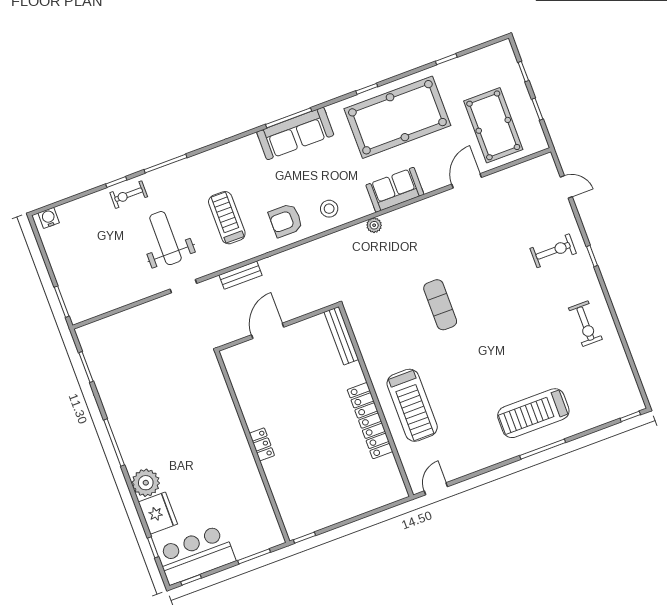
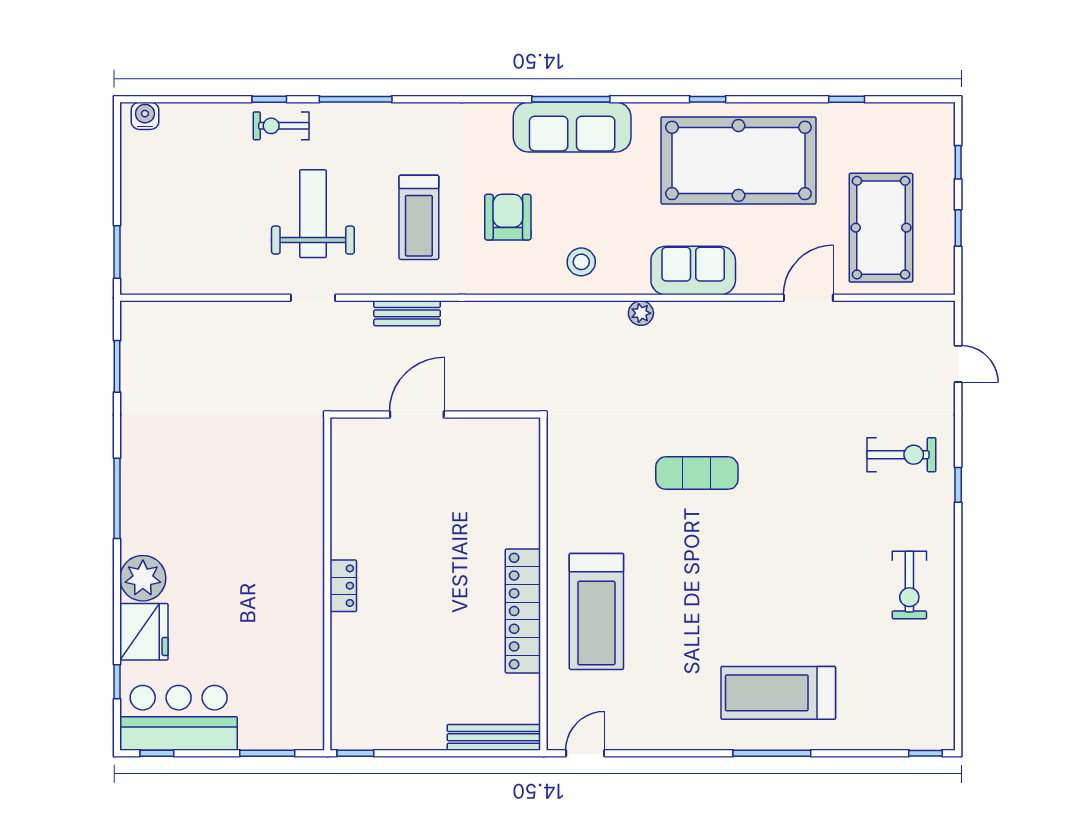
treadmill: (227, 218) -> (419, 217), turned 180
armchair: (286, 220) -> (508, 217), moved, turned 90
exercise mat: (440, 305) -> (697, 473), turned 90
bench: (341, 336) -> (494, 737), moved, turned 90

